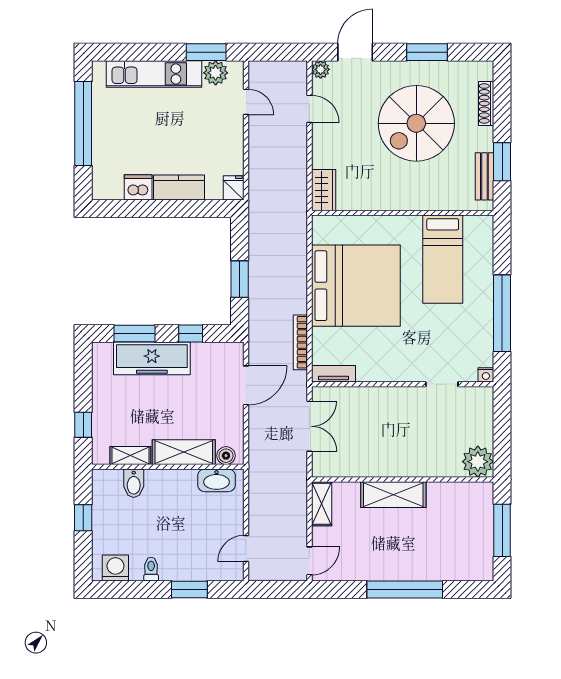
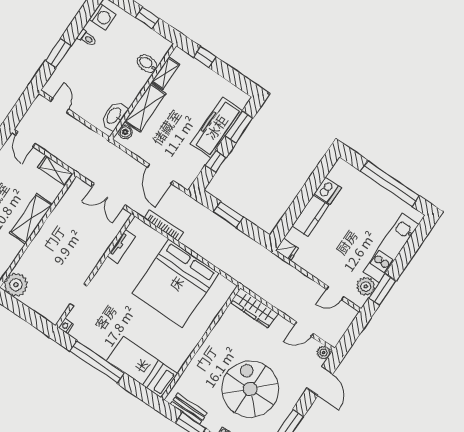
wardrobe: (324, 190) -> (254, 308), width x1.50
bed: (443, 259) -> (142, 367), moved
tv unit: (334, 374) -> (121, 246), moved

